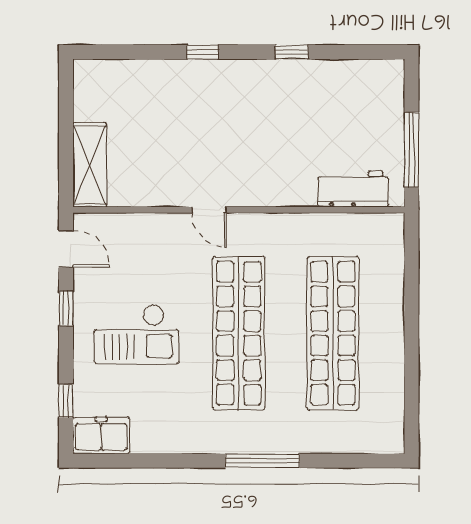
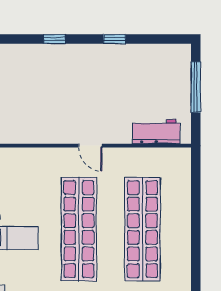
window: (412, 150) -> (196, 87), moved
door: (209, 210) -> (90, 146), moved

